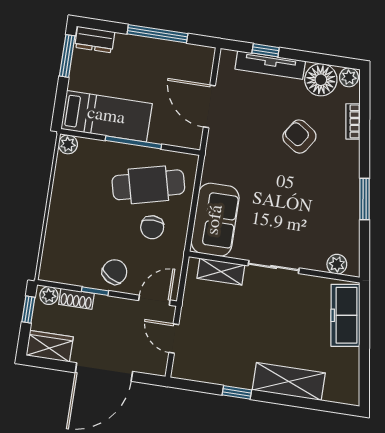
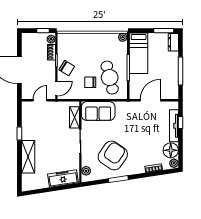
armchair: (299, 137) -> (113, 155), moved, width x1.88, depth x1.88
door: (154, 300) -> (56, 89), hinge flipped
wardrobe: (50, 346) -> (28, 43), removed

